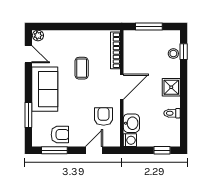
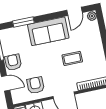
armchair: (104, 116) -> (36, 85), turned -90
armchair: (60, 135) -> (13, 62), moved, turned 180

